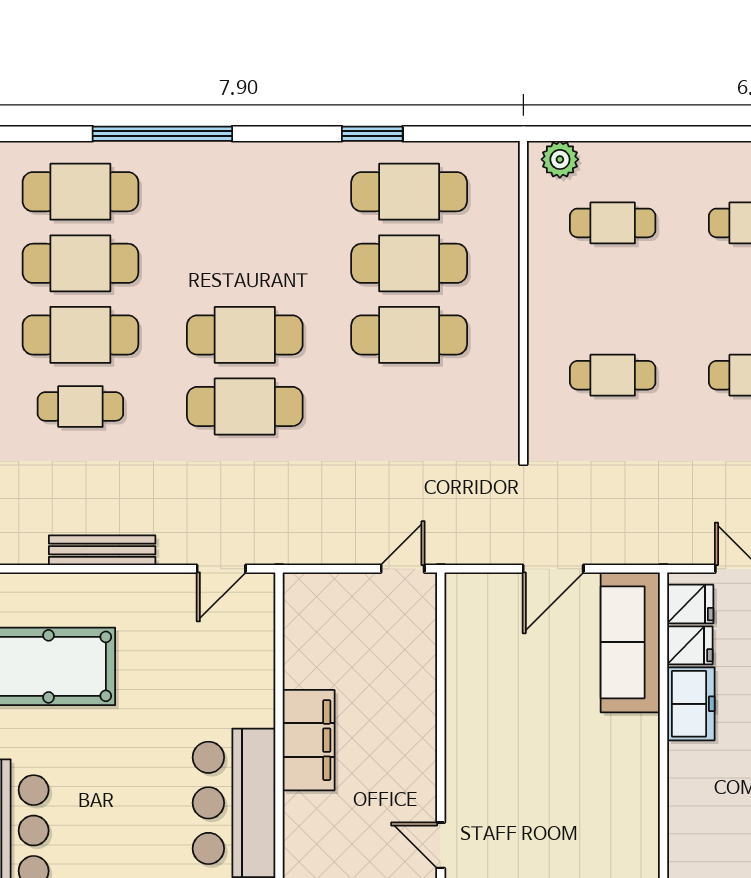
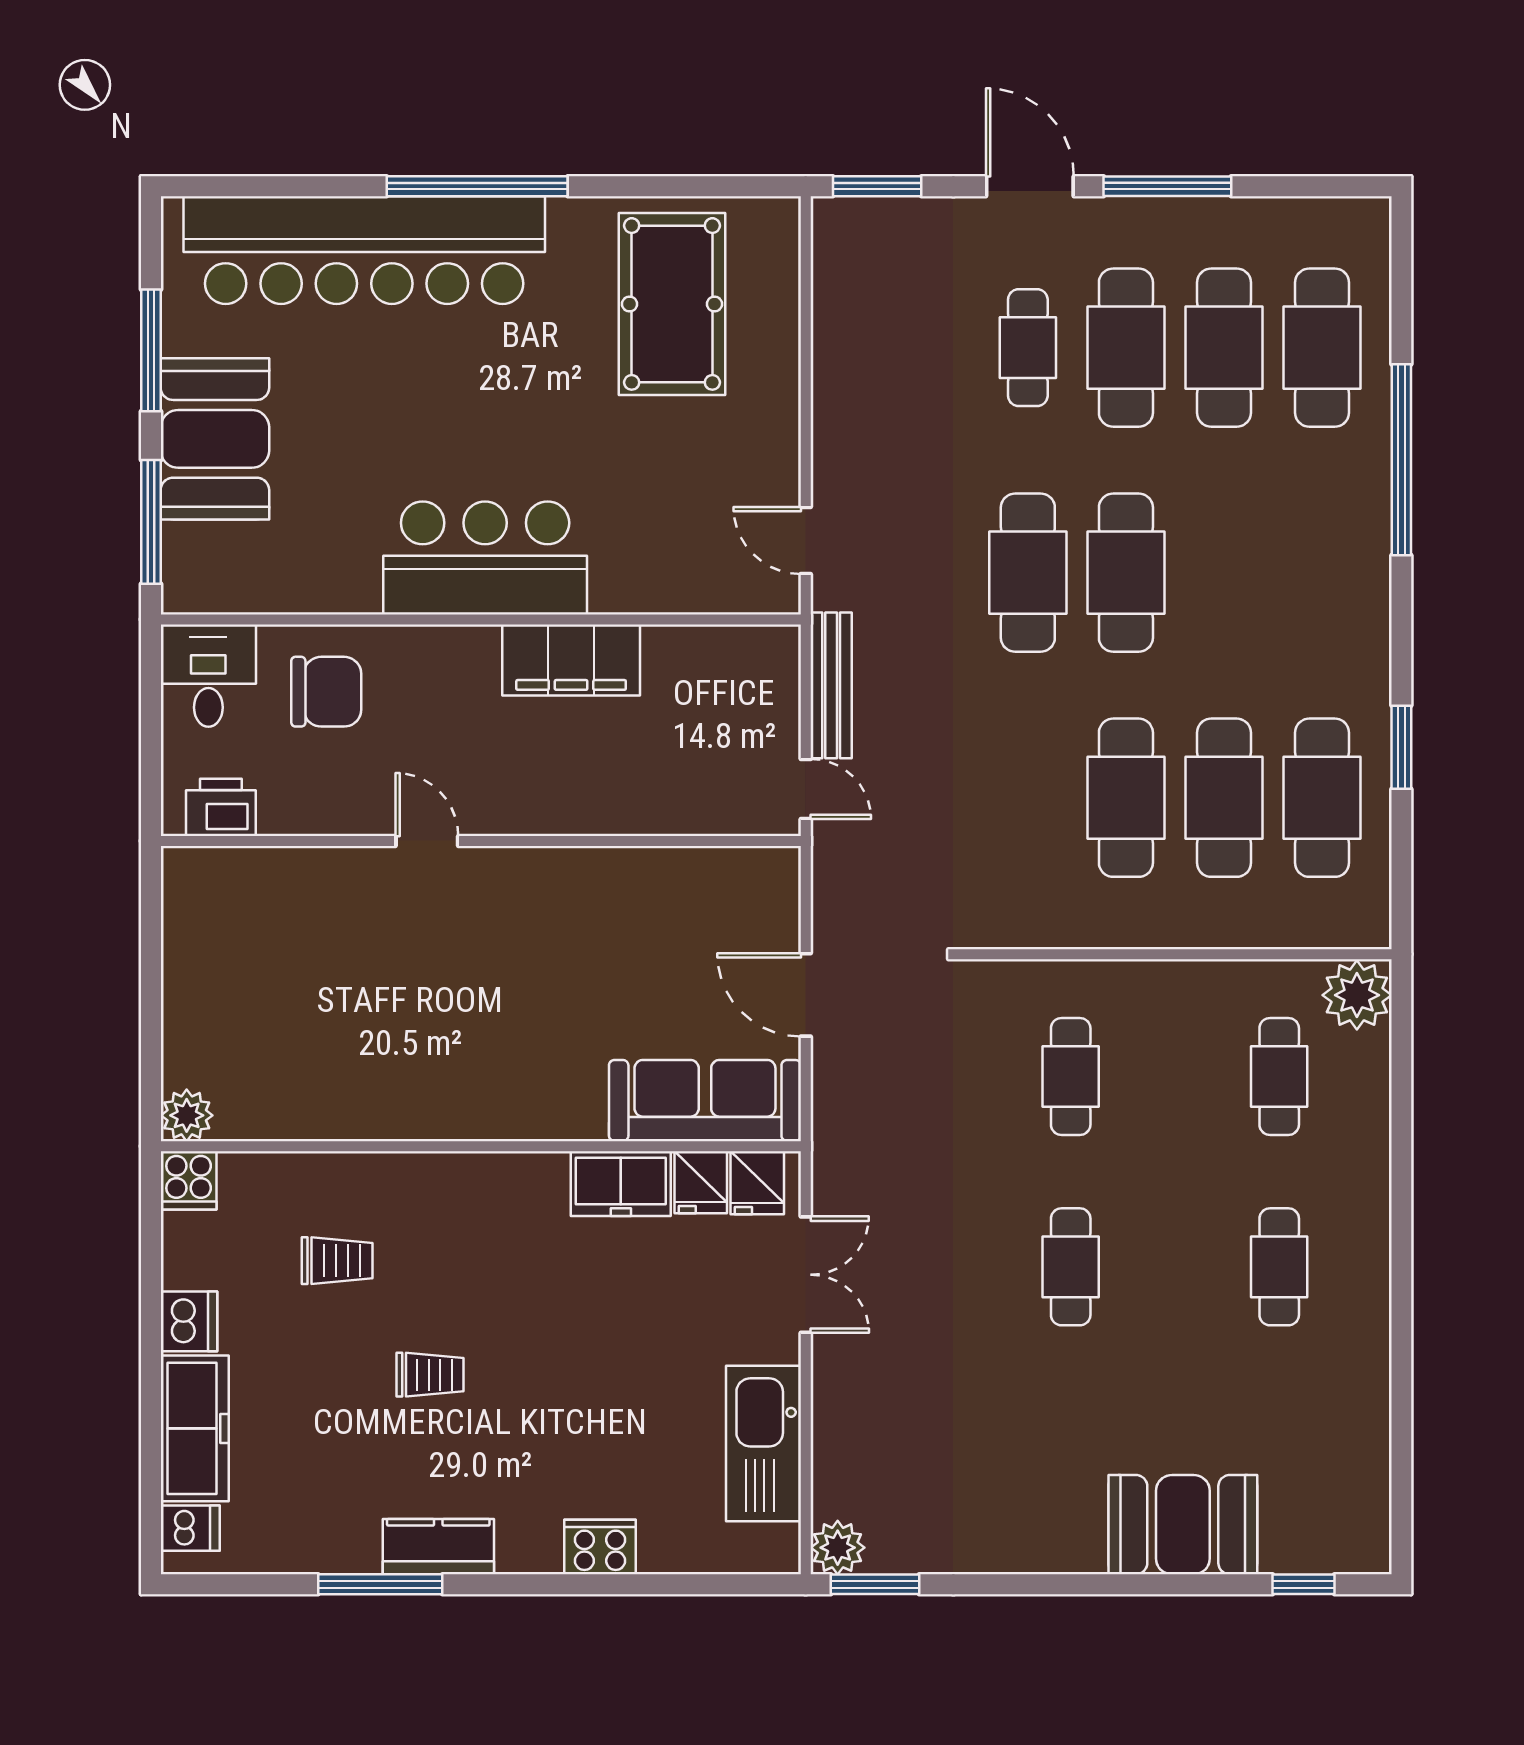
plant: (560, 159) -> (1357, 995), width x1.36, depth x1.36
bench: (102, 550) -> (831, 685), moved
door: (441, 845) -> (427, 841), hinge flipped

